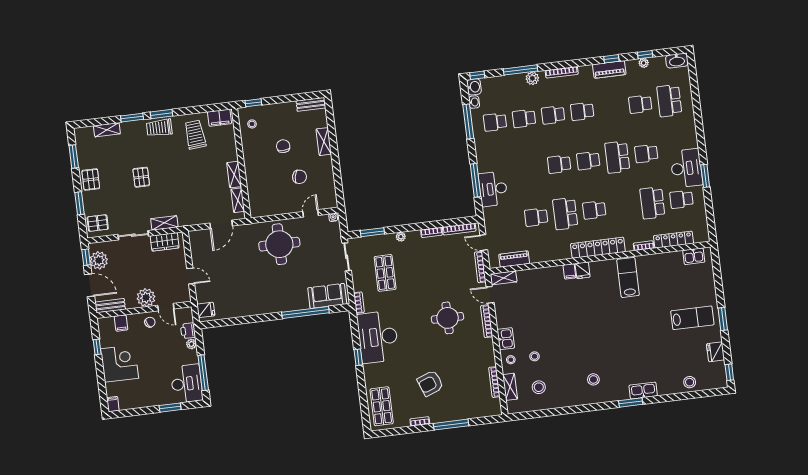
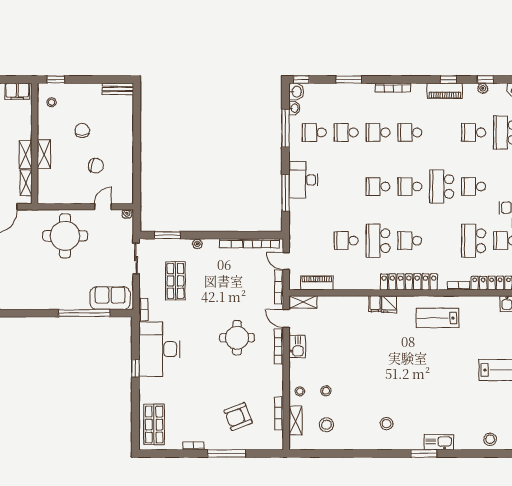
window: (521, 70) -> (349, 80), width x0.69
plant: (532, 78) -> (360, 90), removed
shelving: (324, 142) -> (44, 154), moved
desk: (493, 189) -> (303, 180), moved
lab bench: (628, 277) -> (437, 318), turned -90
kitchen sink: (506, 339) -> (297, 346), moved
armchair: (430, 383) -> (238, 416), moved

